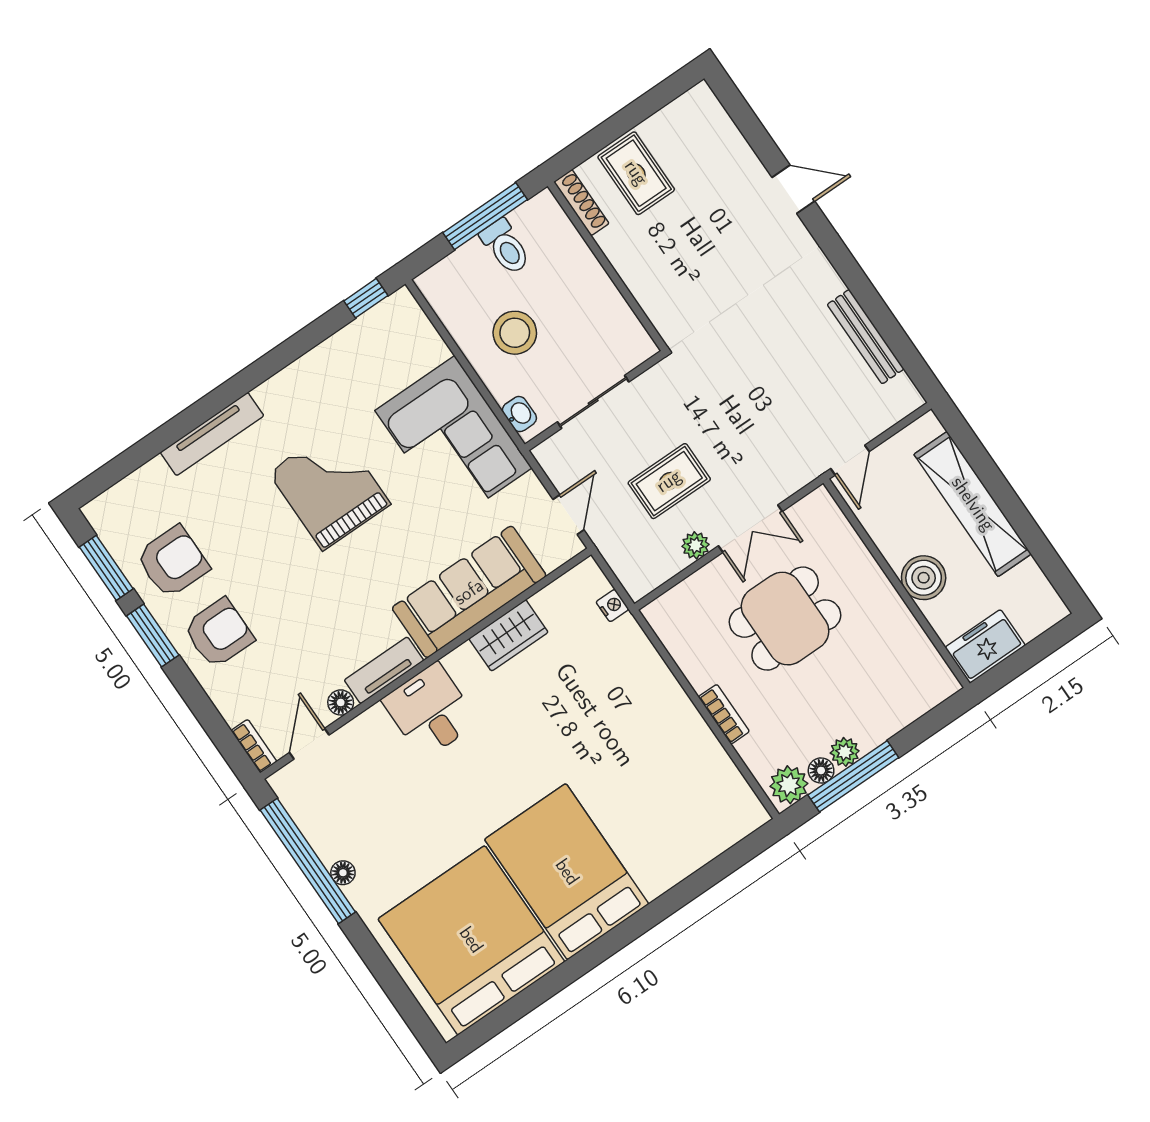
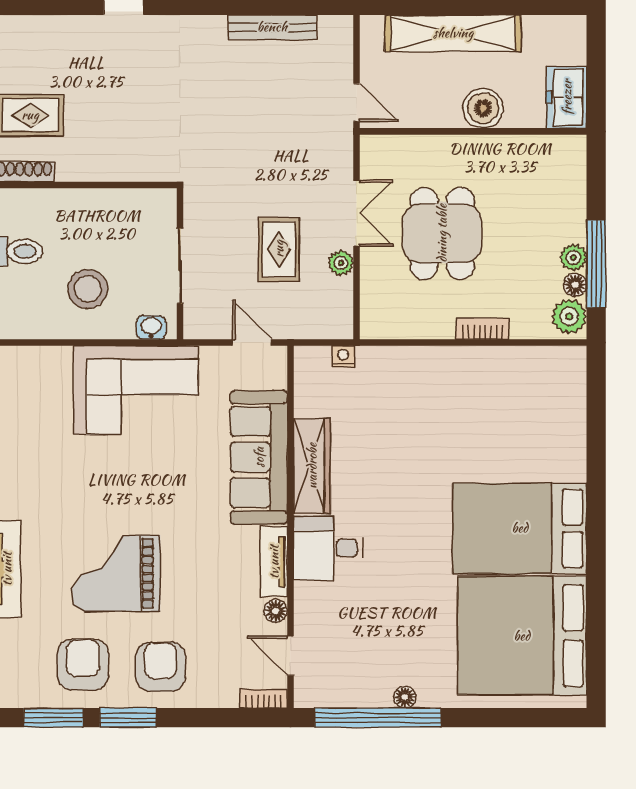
grand piano: (329, 488) -> (116, 573), moved
wardrobe: (508, 635) -> (312, 466), width x1.50

